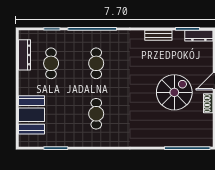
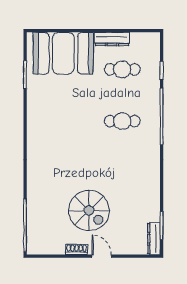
bench: (158, 35) -> (154, 192), removed
dresser: (24, 55) -> (112, 39), moved
cafe table: (96, 114) -> (65, 121), removed
booth: (31, 115) -> (63, 53), width x1.36, depth x1.42

